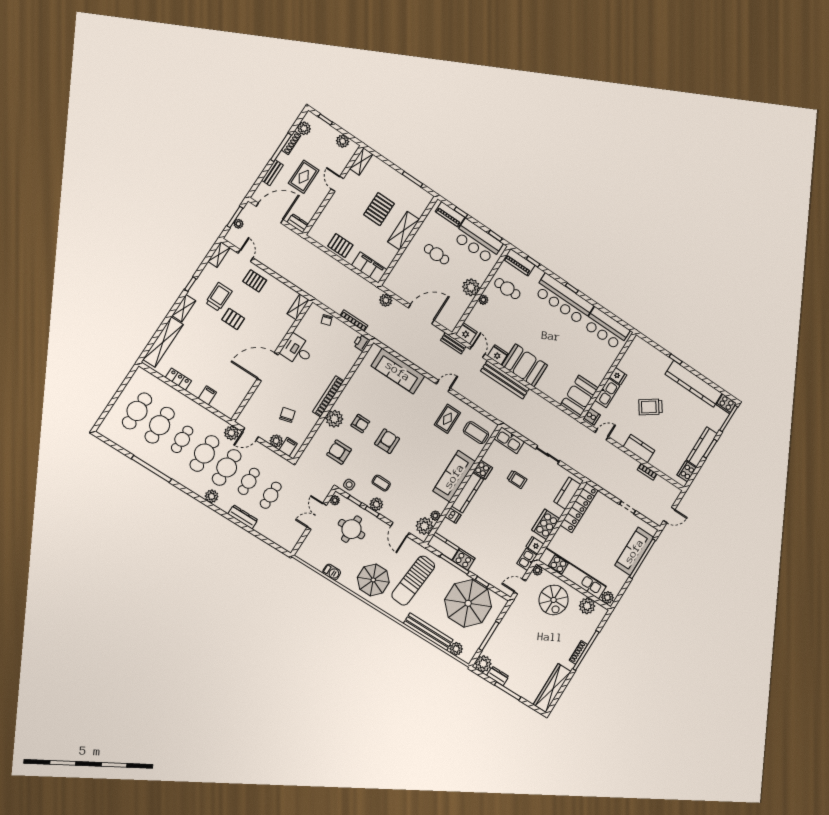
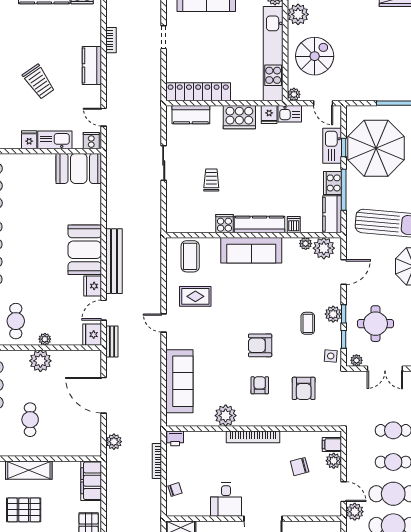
plant: (334, 419) -> (226, 416), moved
kitchen sink: (509, 440) -> (332, 146), moved, turned 180

